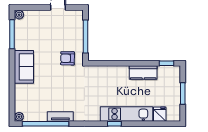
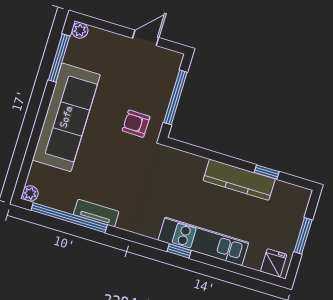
window: (166, 63) -> (267, 172), moved
sofa: (24, 67) -> (66, 117), width x1.85, depth x1.27
kitchen counter: (143, 72) -> (239, 180), width x1.50
fridge: (160, 114) -> (274, 263), moved

